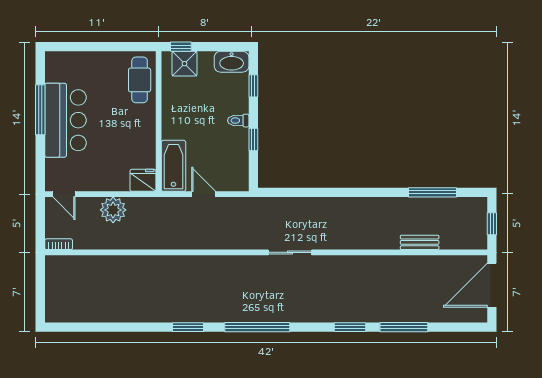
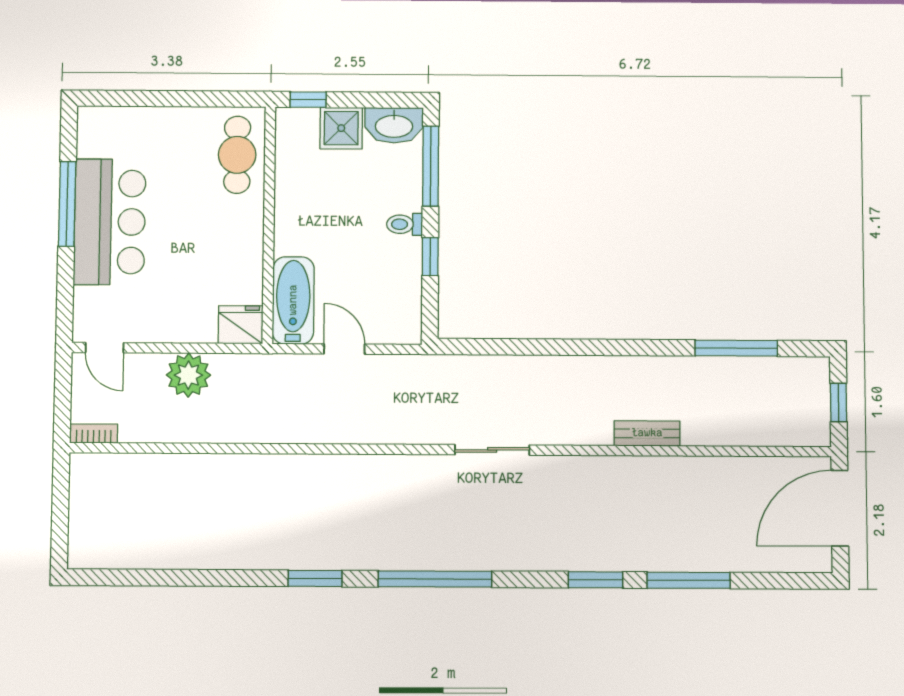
shower: (184, 64) -> (341, 128), moved
window: (253, 86) -> (431, 166), width x2.17
bench: (420, 242) -> (647, 433), moved

